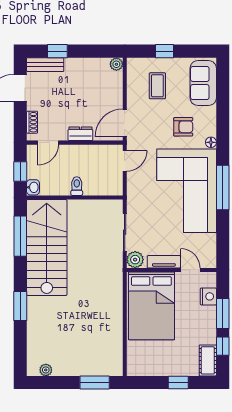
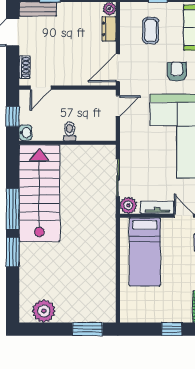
armchair: (183, 127) -> (177, 72), turned -90
dresser: (80, 134) -> (109, 29), moved, turned -90
window: (20, 236) -> (13, 209), moved
bed: (151, 306) -> (145, 252), width x0.67
plant: (46, 370) -> (44, 311), width x1.88, depth x1.88

